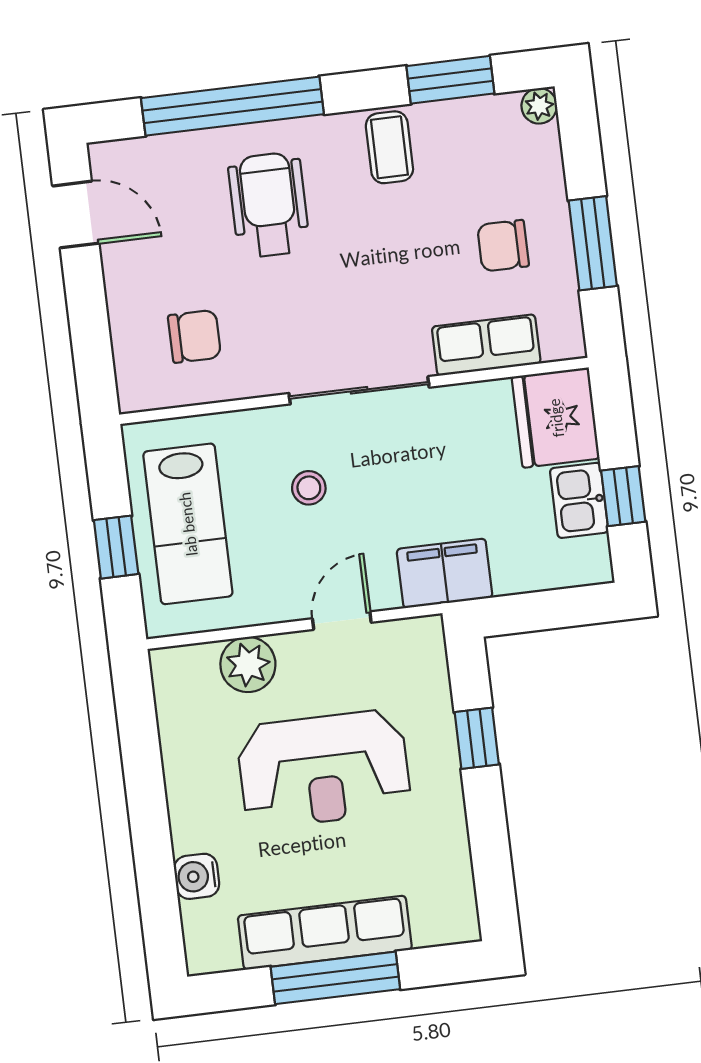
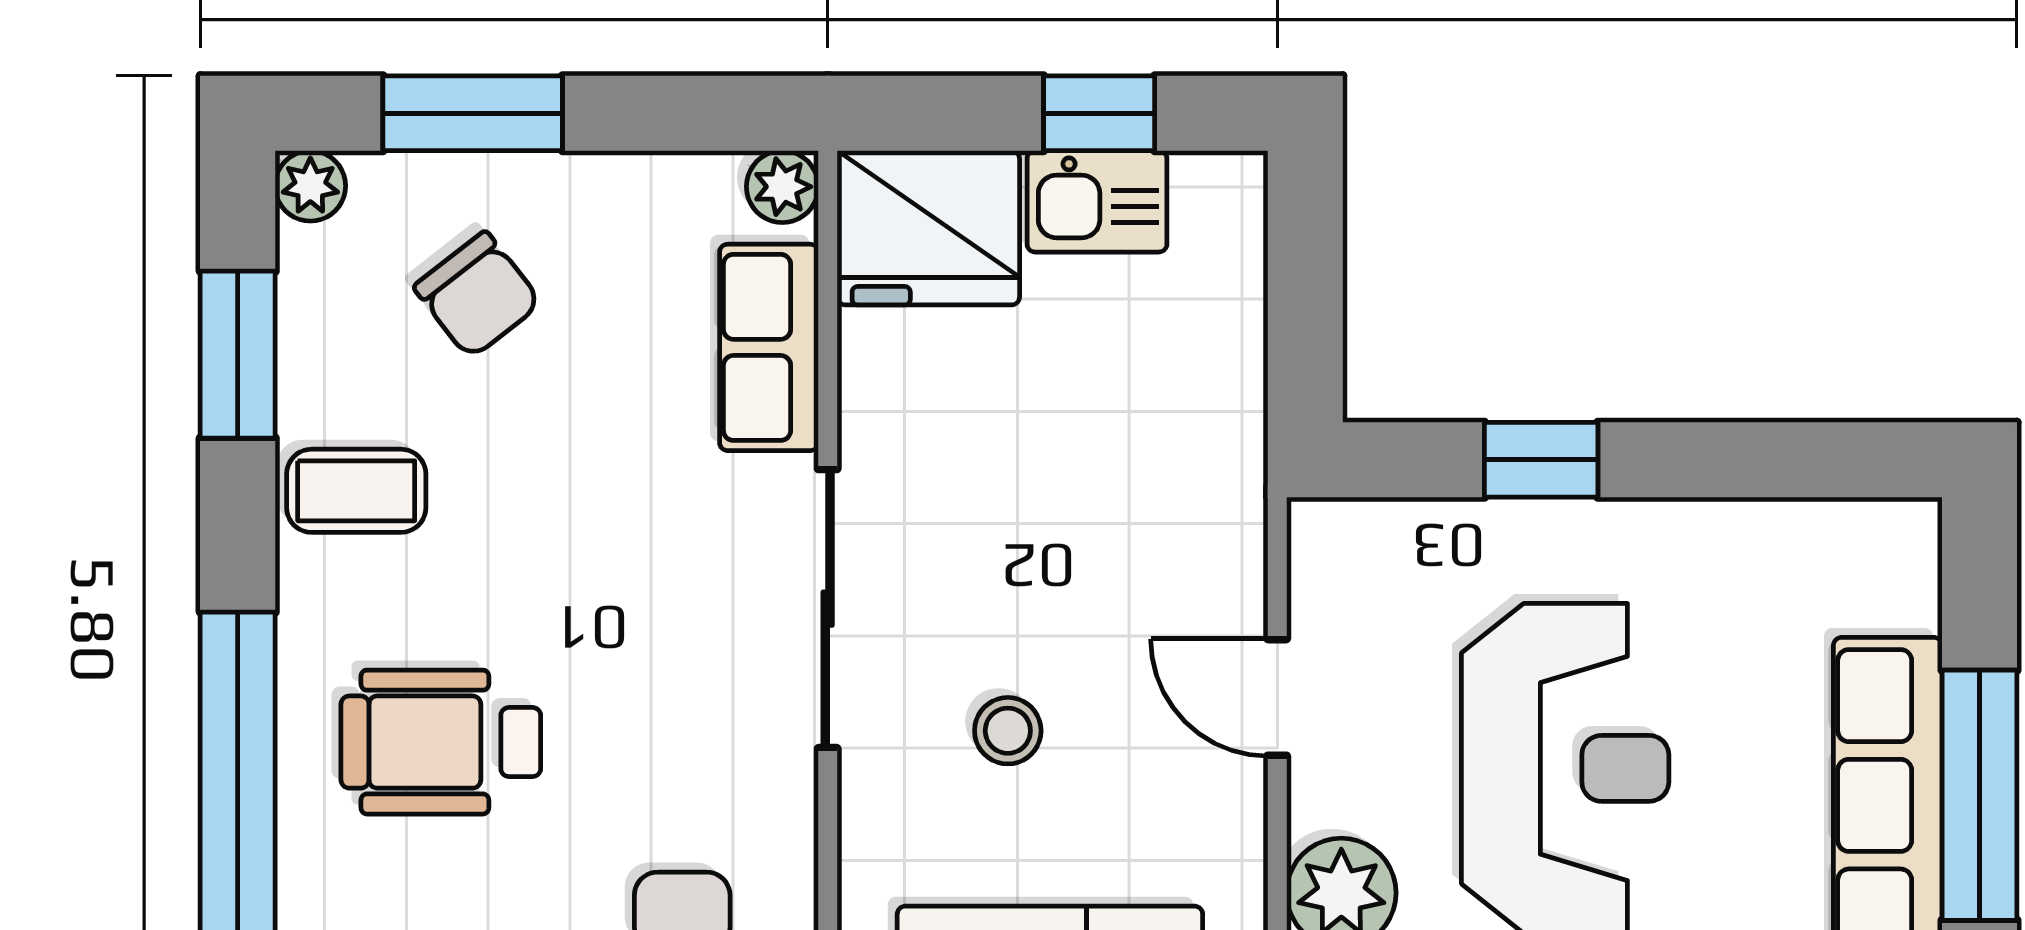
window: (593, 243) -> (473, 113), moved
chair: (503, 246) -> (478, 295), moved, turned -38
plant: (567, 342) -> (782, 187), added
filing cabinet: (445, 573) -> (1209, 484), removed

